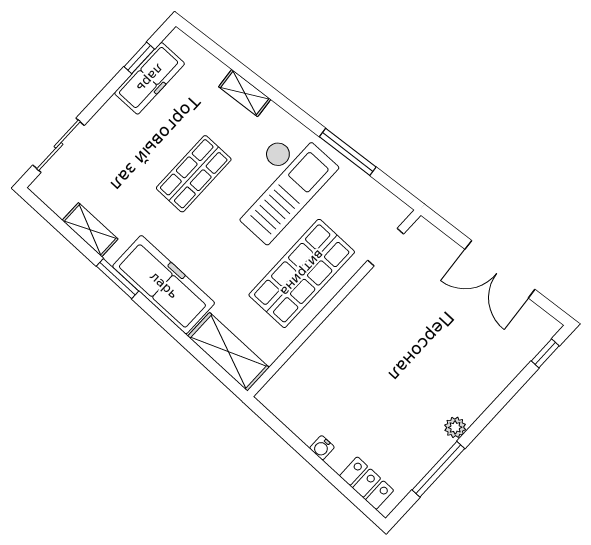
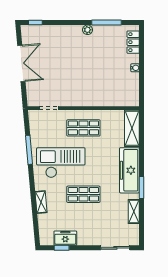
freezer: (150, 78) -> (65, 238), width x0.71
shop shelf: (302, 273) -> (83, 128), width x0.70, depth x0.74

